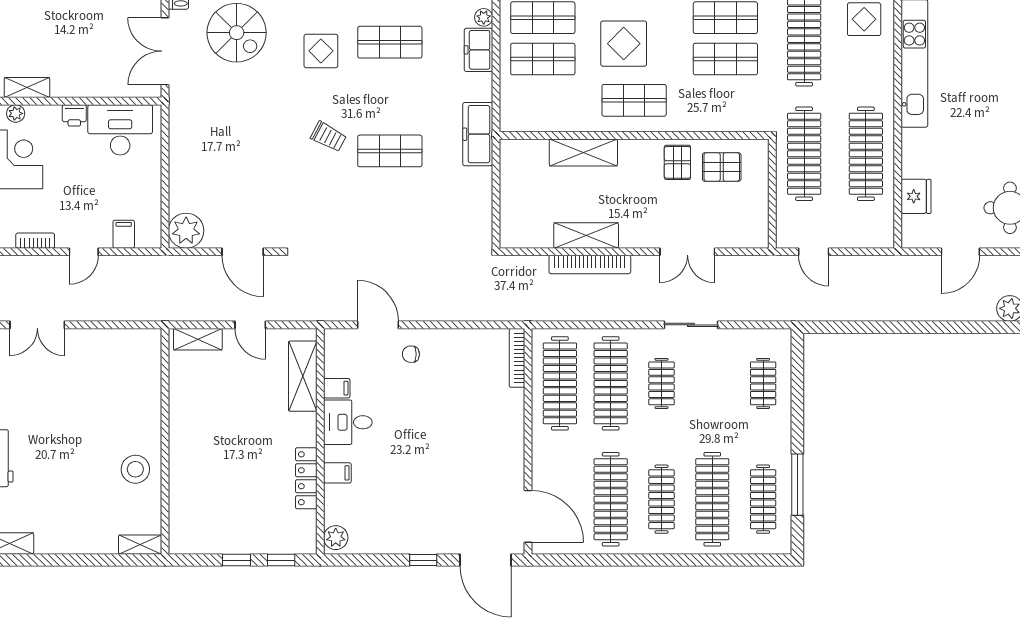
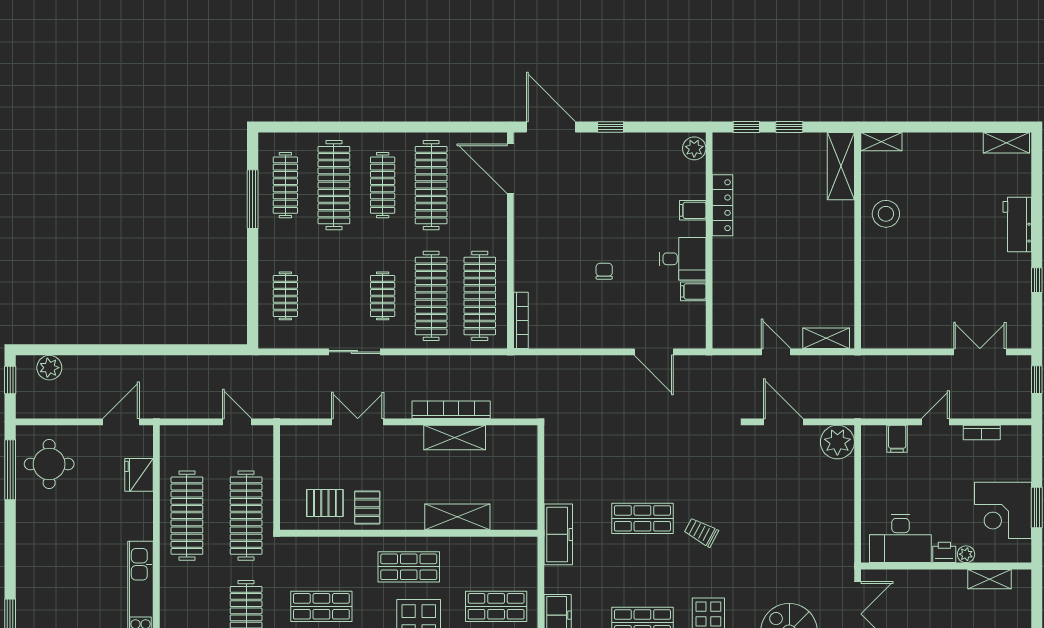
plant: (16, 113) -> (966, 554), moved
door: (960, 252) -> (121, 422), moved
chair: (411, 354) -> (604, 271), moved, turned -90
shelving: (303, 376) -> (841, 166), moved

